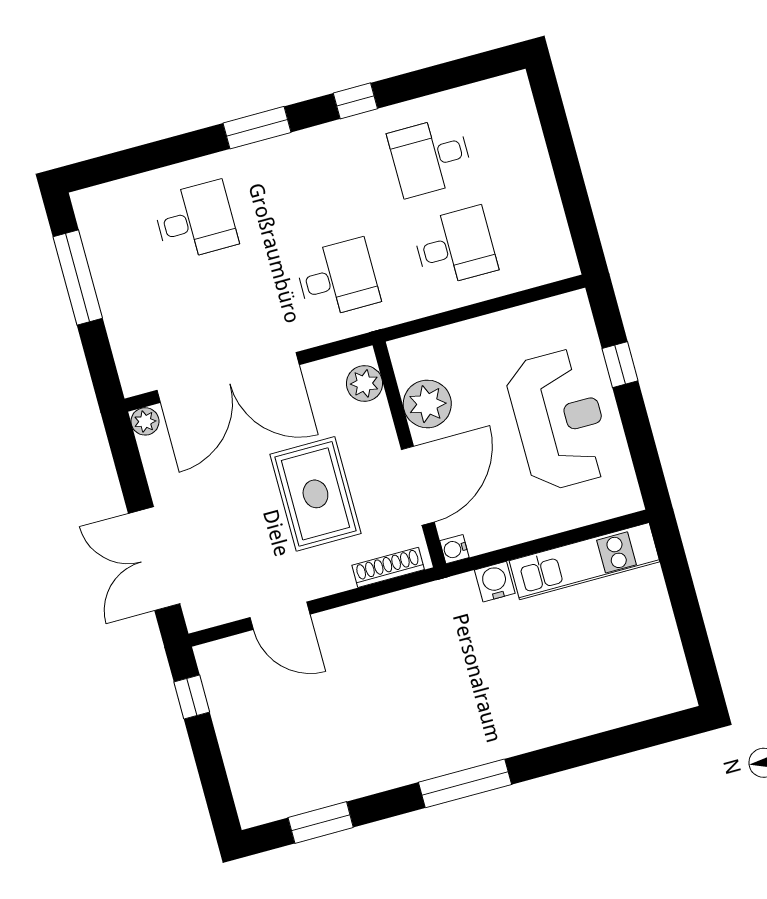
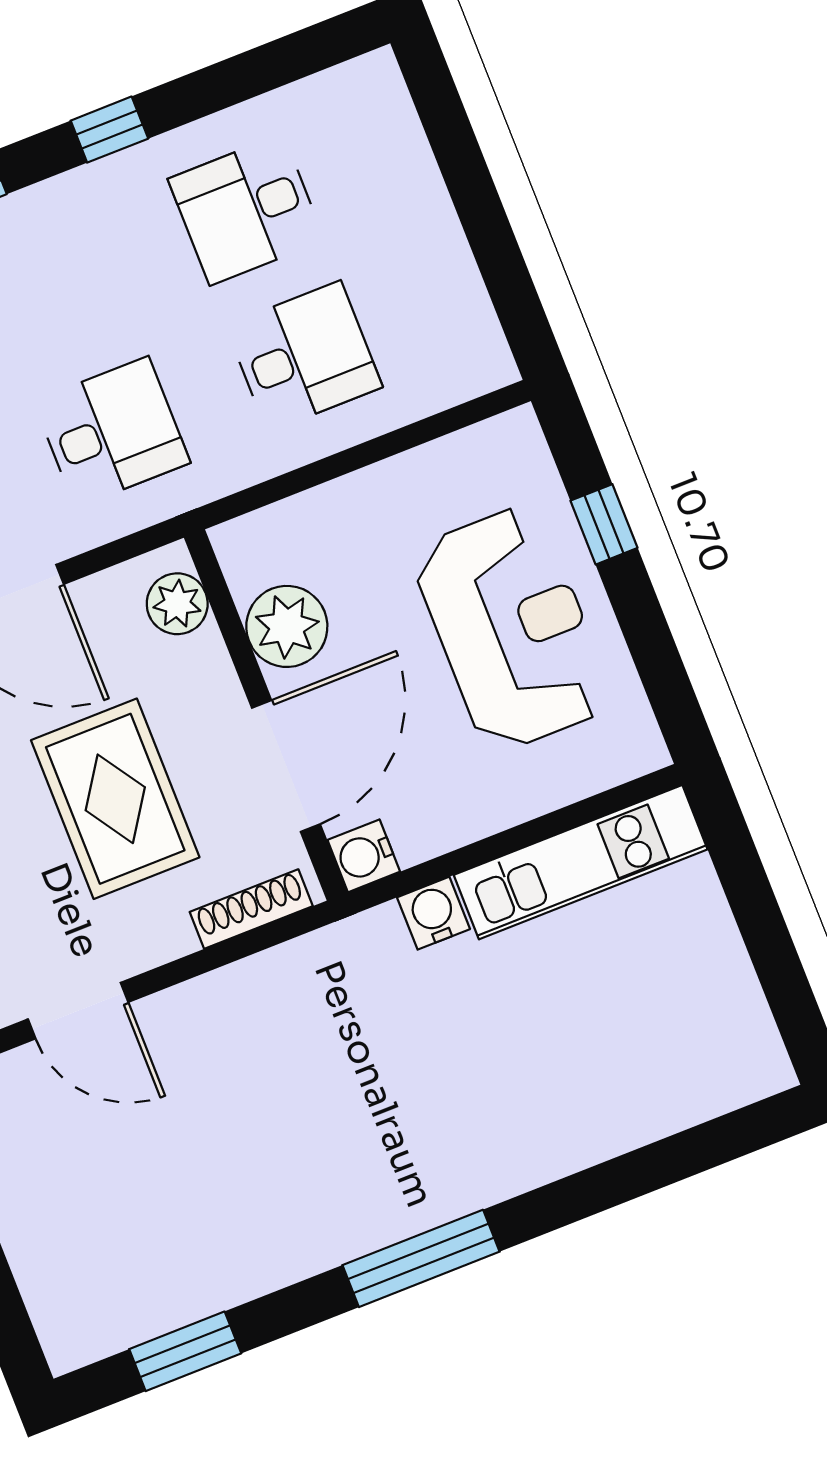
water cooler: (454, 549) -> (364, 856), width x1.38, depth x1.38

